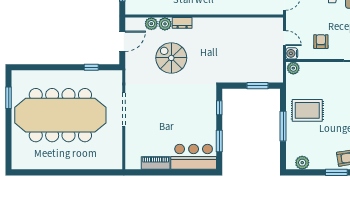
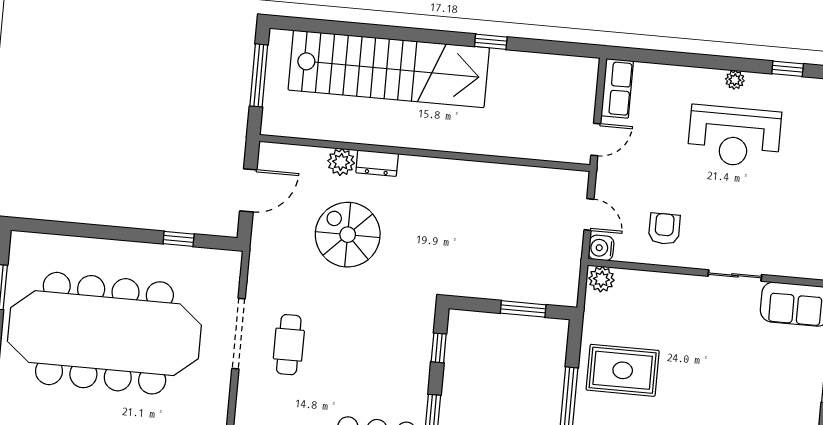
plant: (151, 24) -> (313, 159), removed
cafe table: (148, 113) -> (289, 345), added

